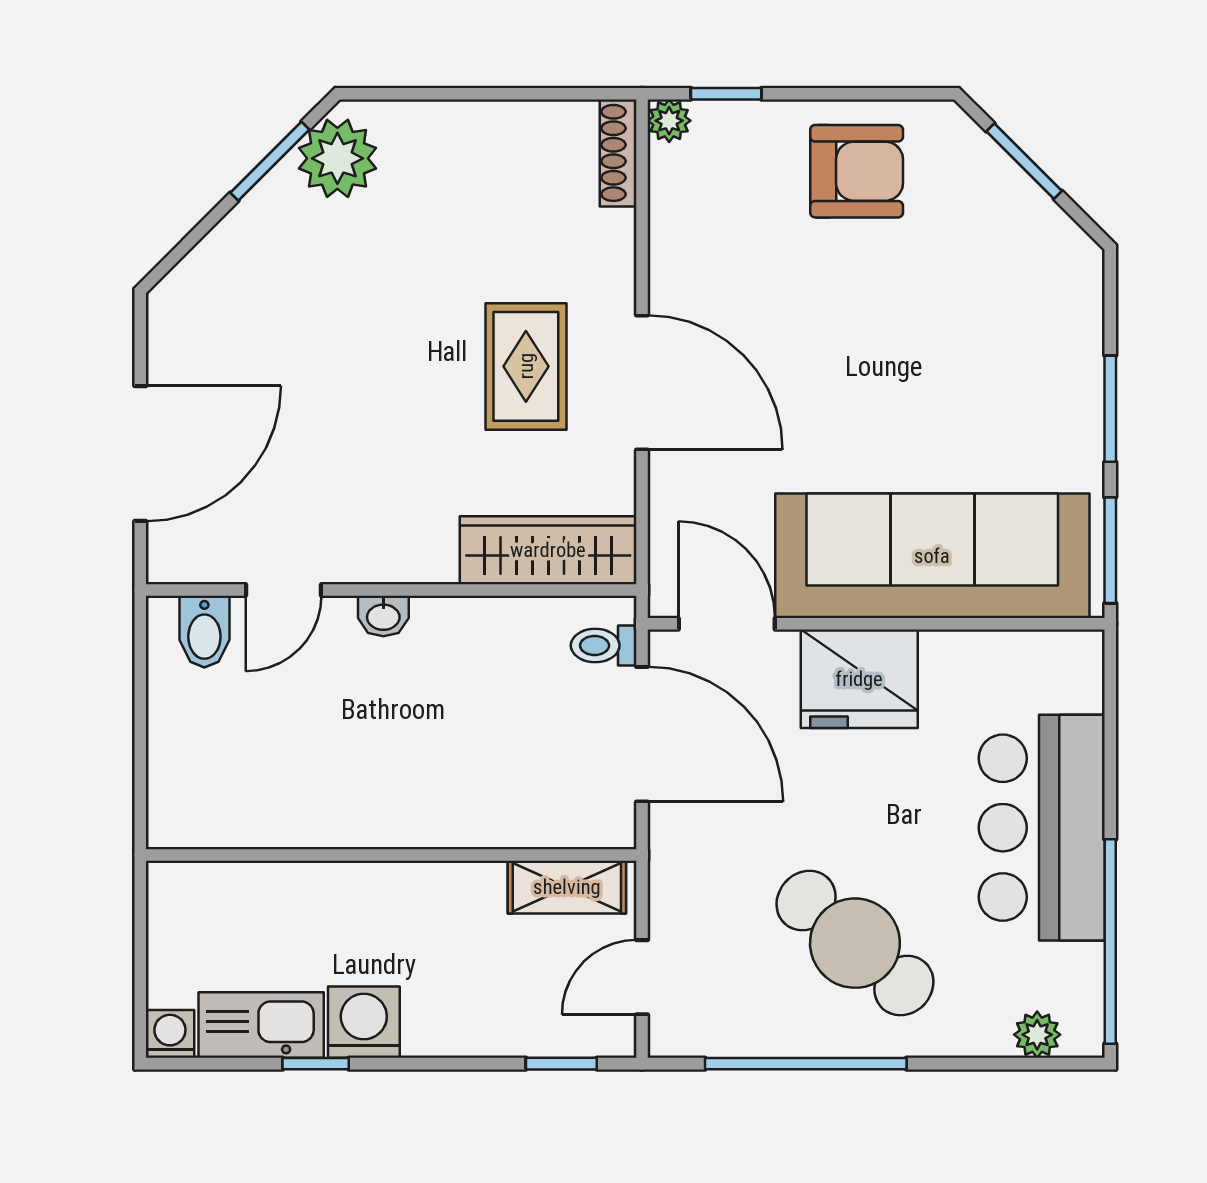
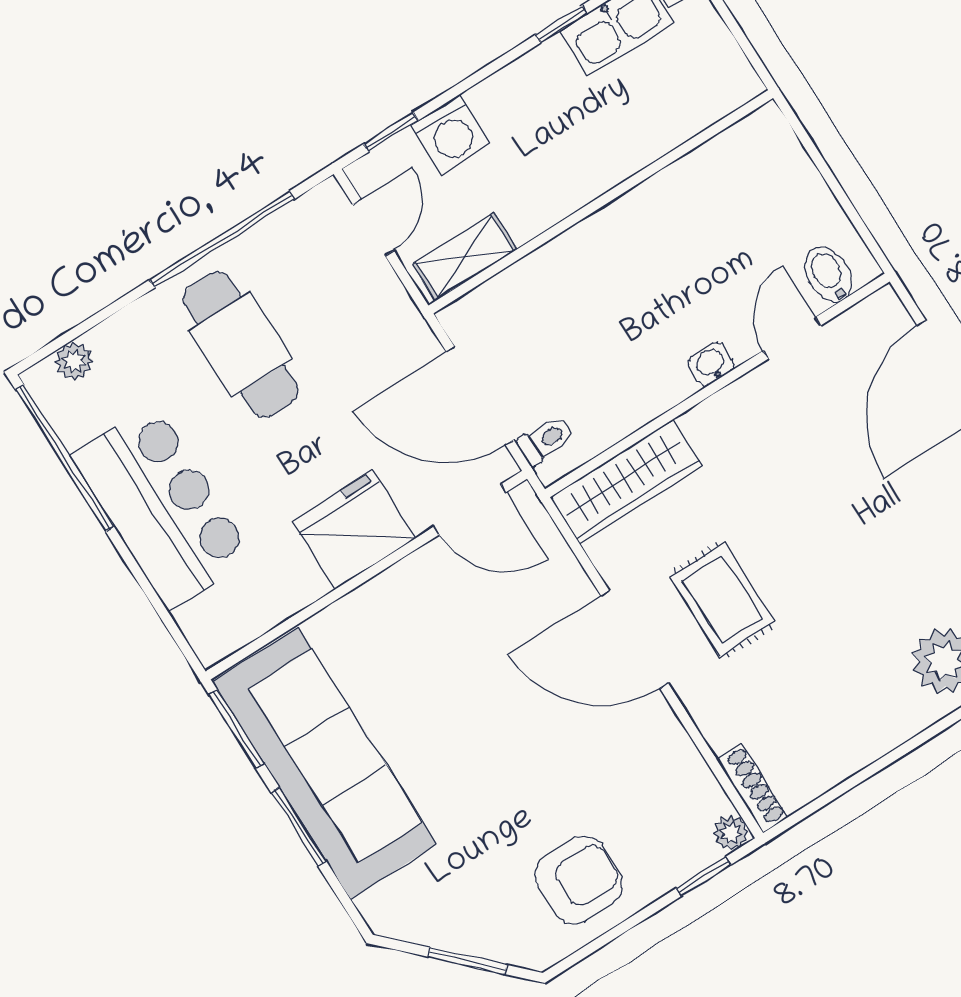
armchair: (857, 171) -> (579, 880), turned 180
sofa: (932, 556) -> (324, 763), moved, turned -90
cafe table: (855, 943) -> (241, 345), turned 49
washing machine: (364, 1022) -> (451, 134), moved

